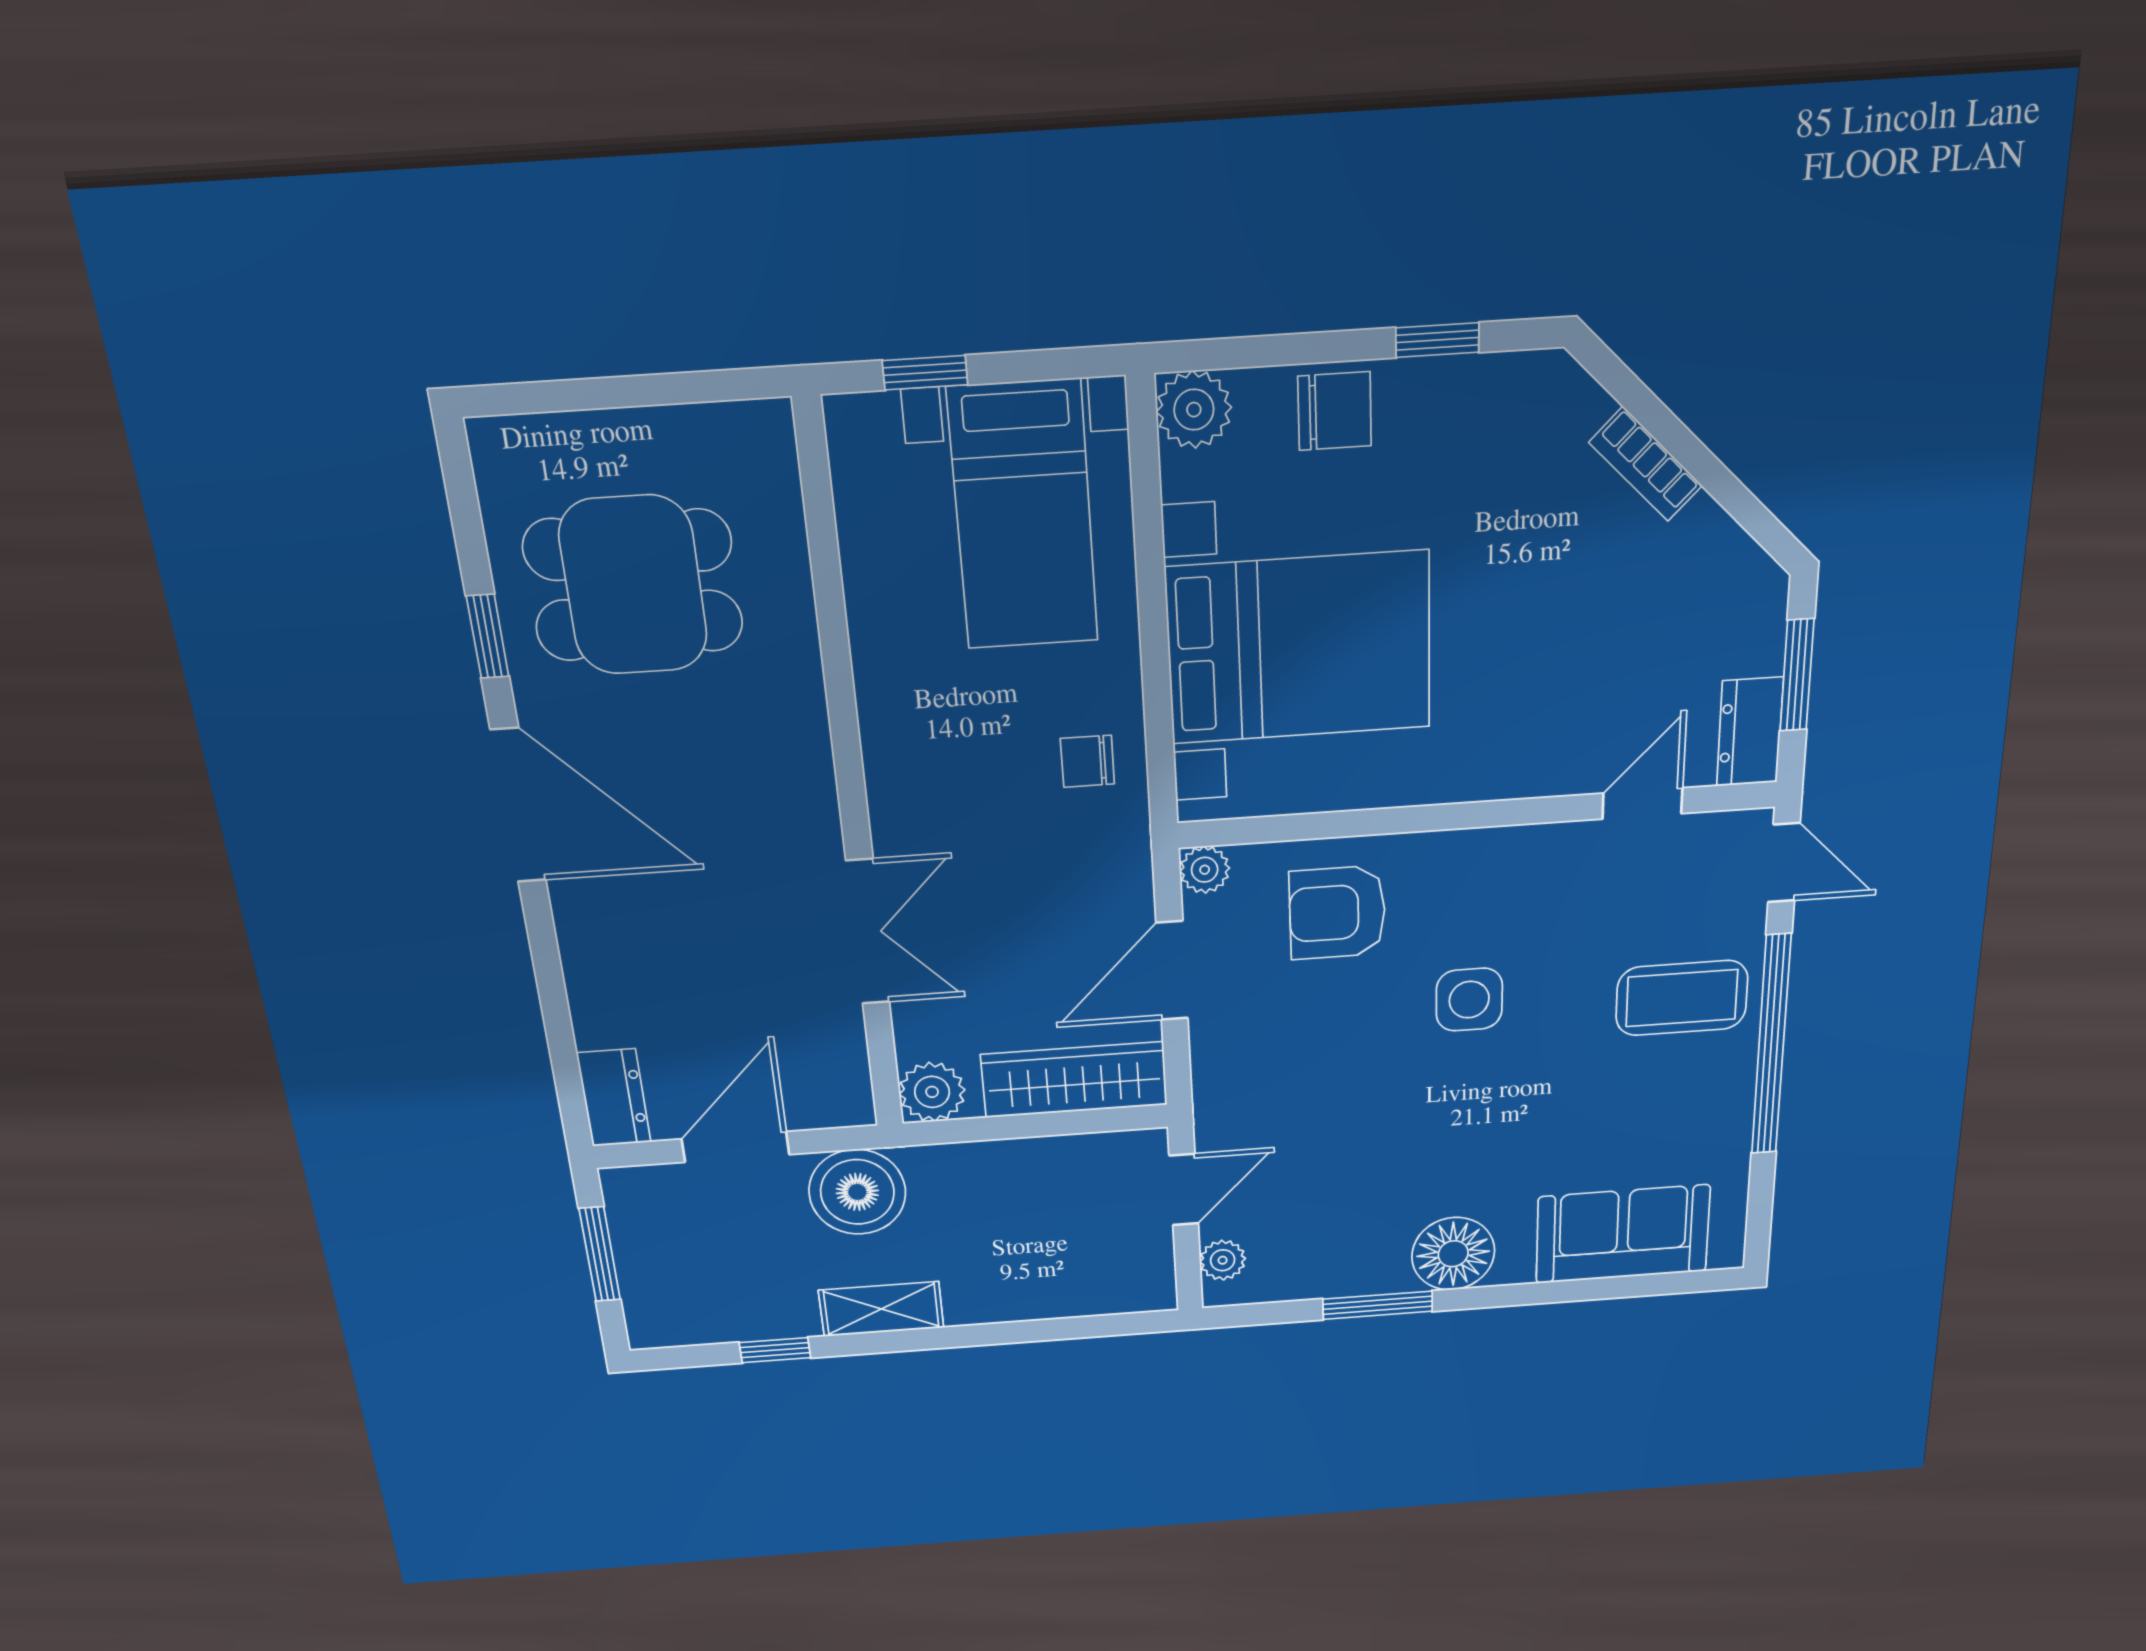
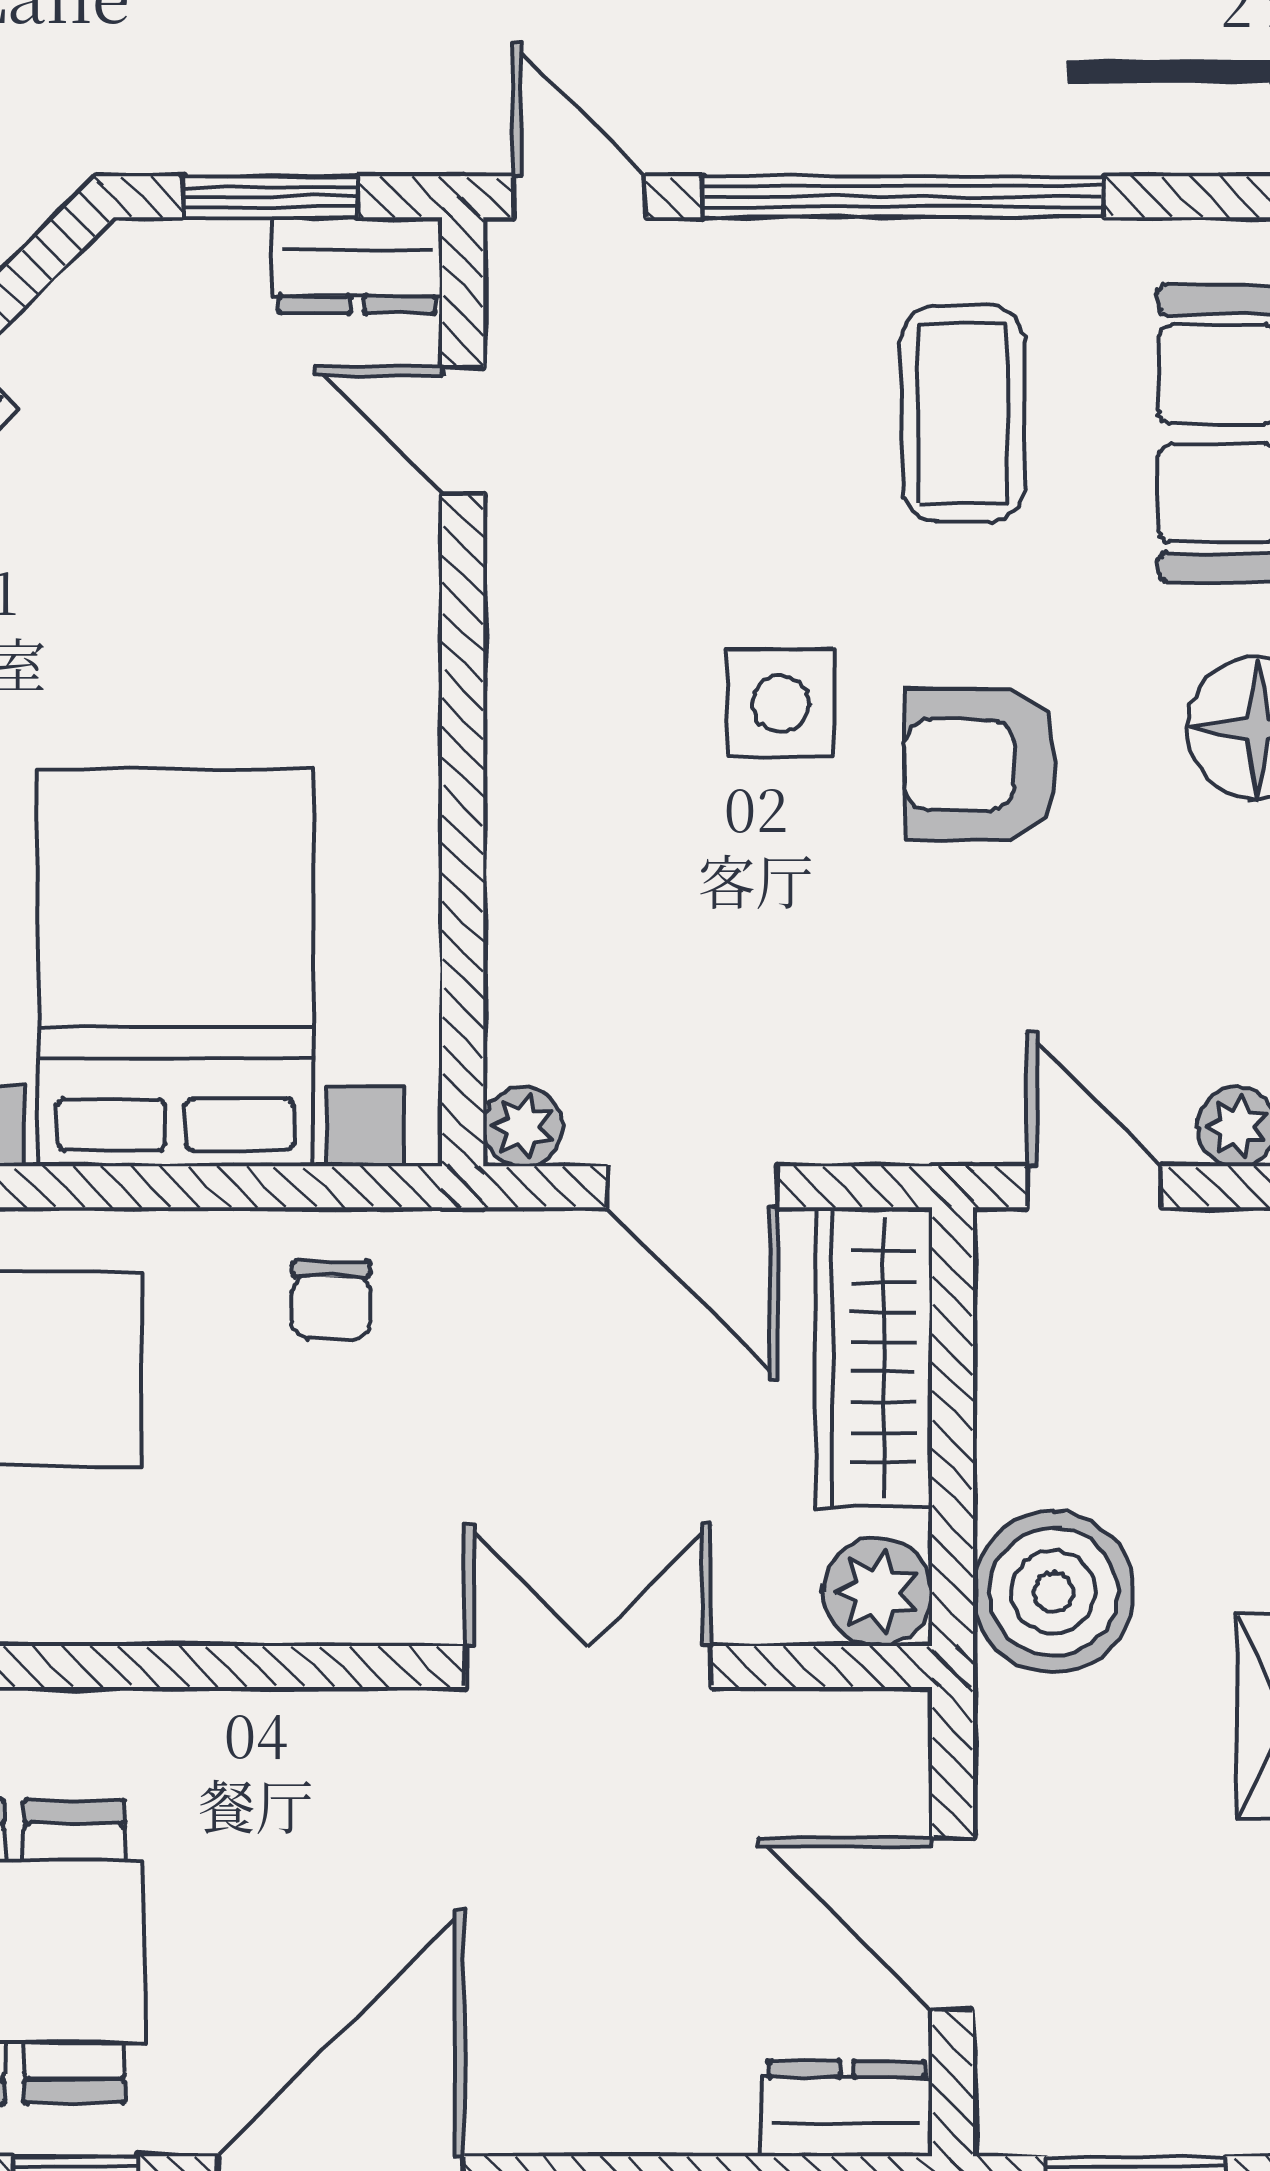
door: (1784, 863) -> (579, 197), hinge flipped
armchair: (1337, 913) -> (981, 765), moved, turned 90
coffee table: (1682, 998) -> (963, 413), moved
boiler: (857, 1192) -> (1053, 1592), moved

